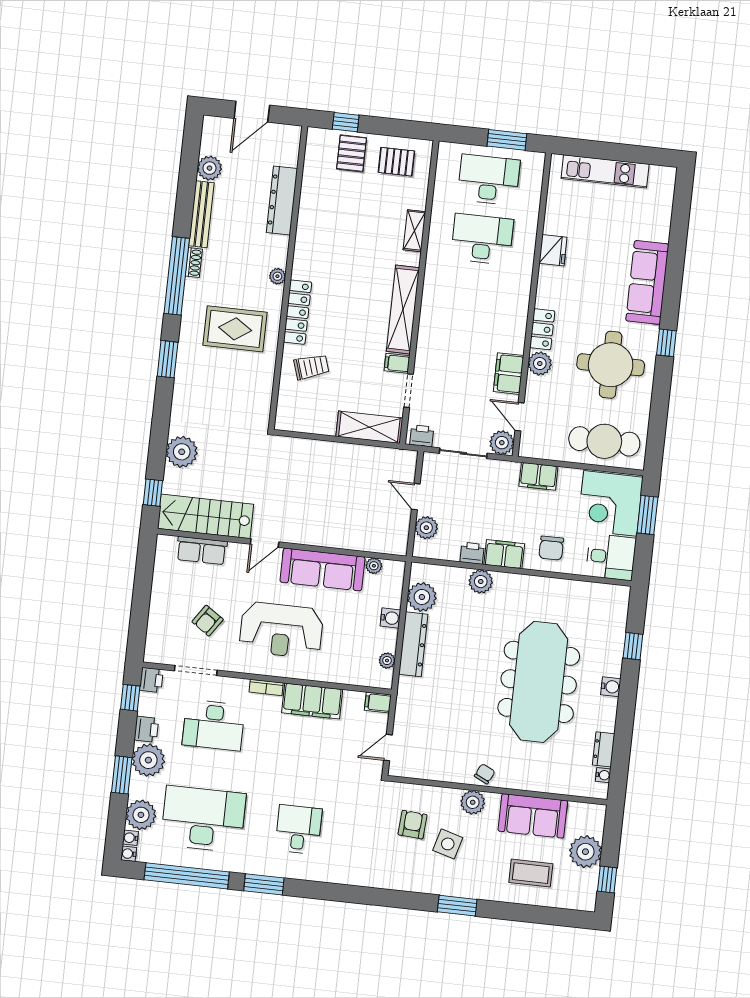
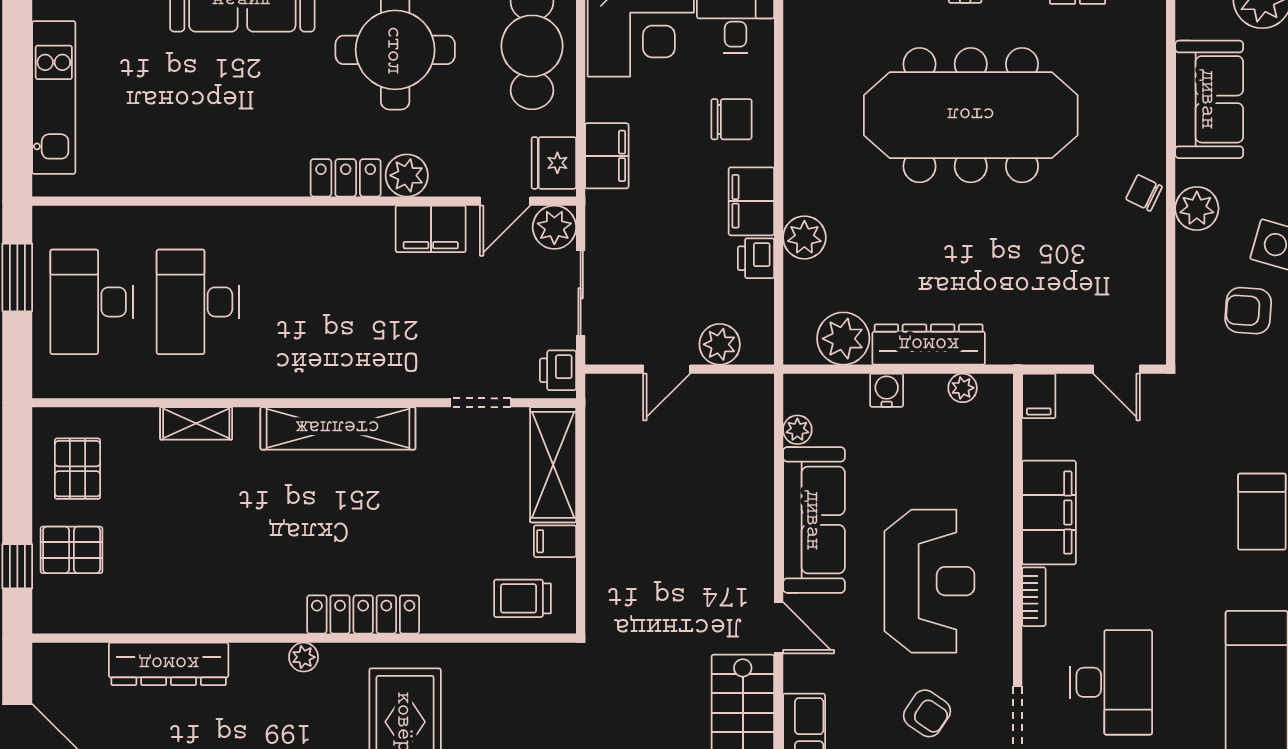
fridge: (553, 250) -> (554, 163), moved, turned -90
filing cabinet: (397, 363) -> (555, 541), moved, turned 90
trolley: (311, 367) -> (522, 598), moved, turned -72

